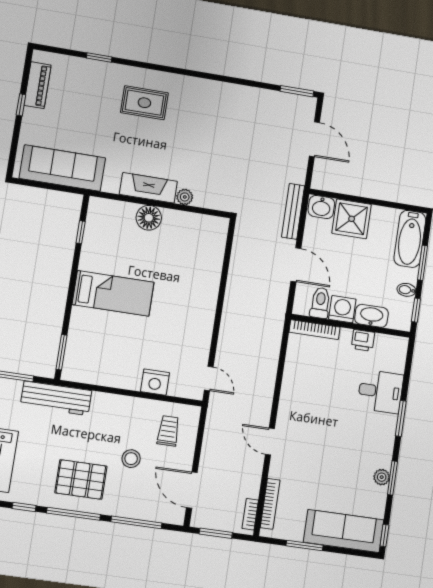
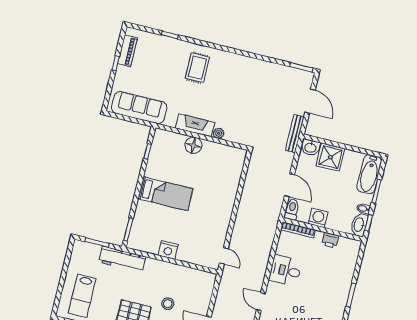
rug: (144, 103) -> (197, 68), turned 90
bench: (293, 211) -> (295, 134), moved
toilet: (320, 303) -> (292, 209), moved
washbasin: (371, 316) -> (359, 225), moved, turned -90
nightstand: (155, 382) -> (168, 250), moved
desk: (380, 392) -> (285, 271), moved, turned 180
trolley: (168, 431) -> (194, 288), removed

